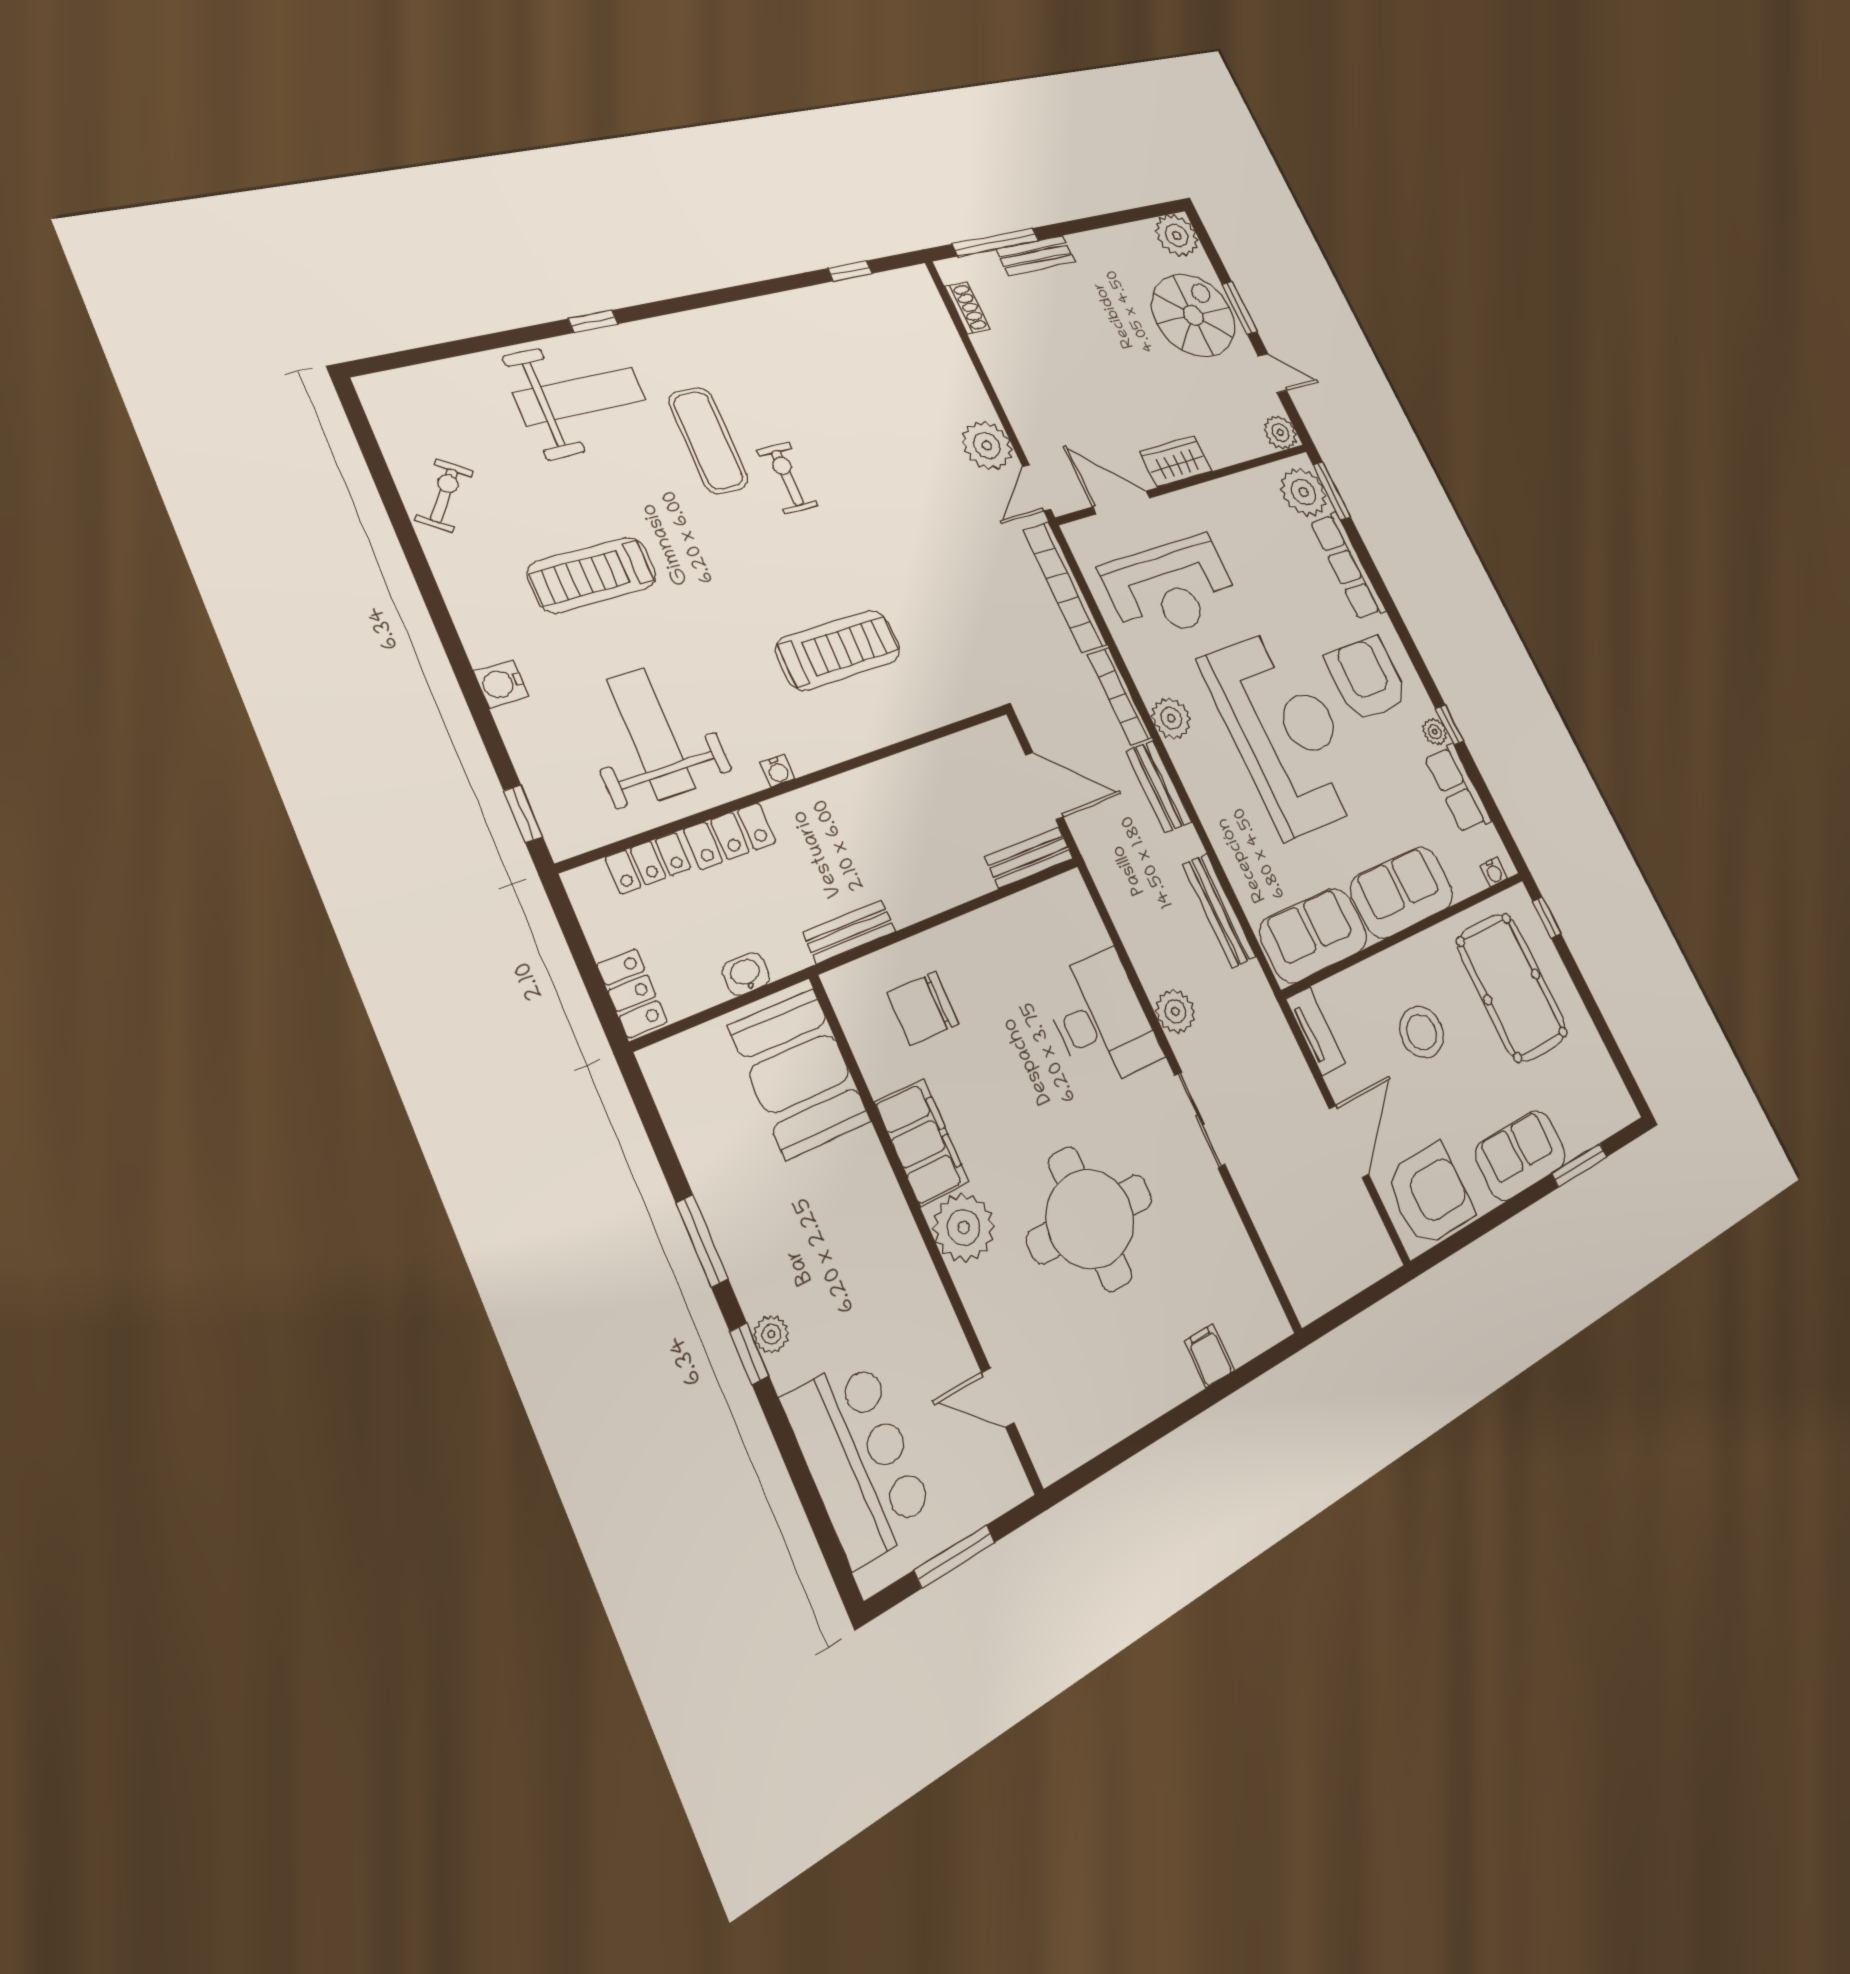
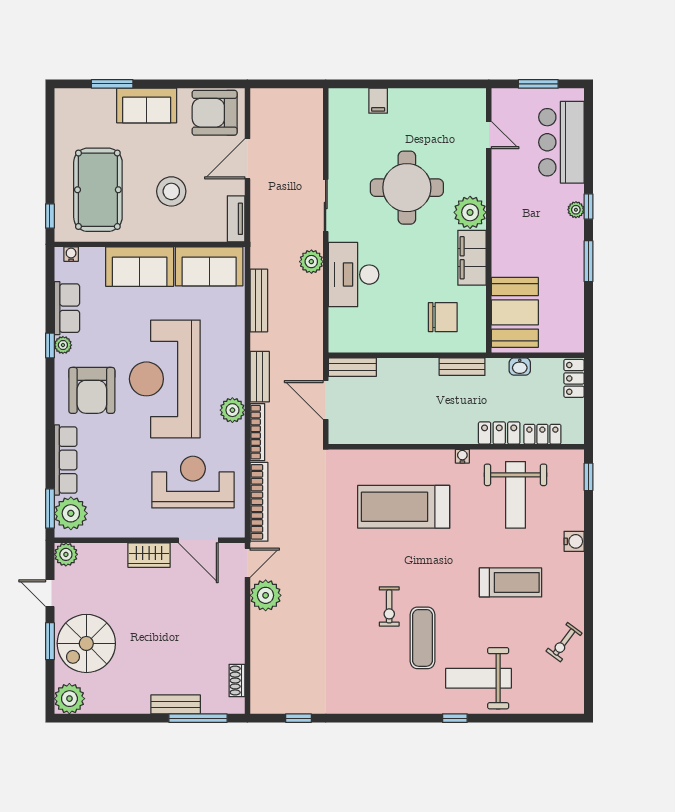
treadmill: (838, 650) -> (404, 507), width x1.37, depth x1.38

